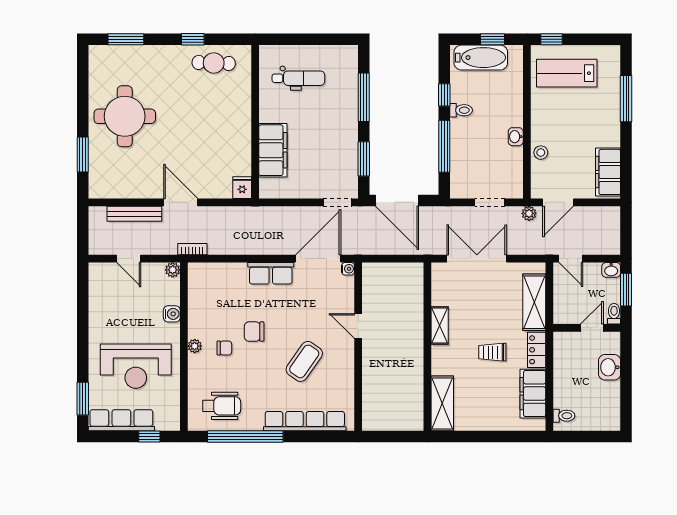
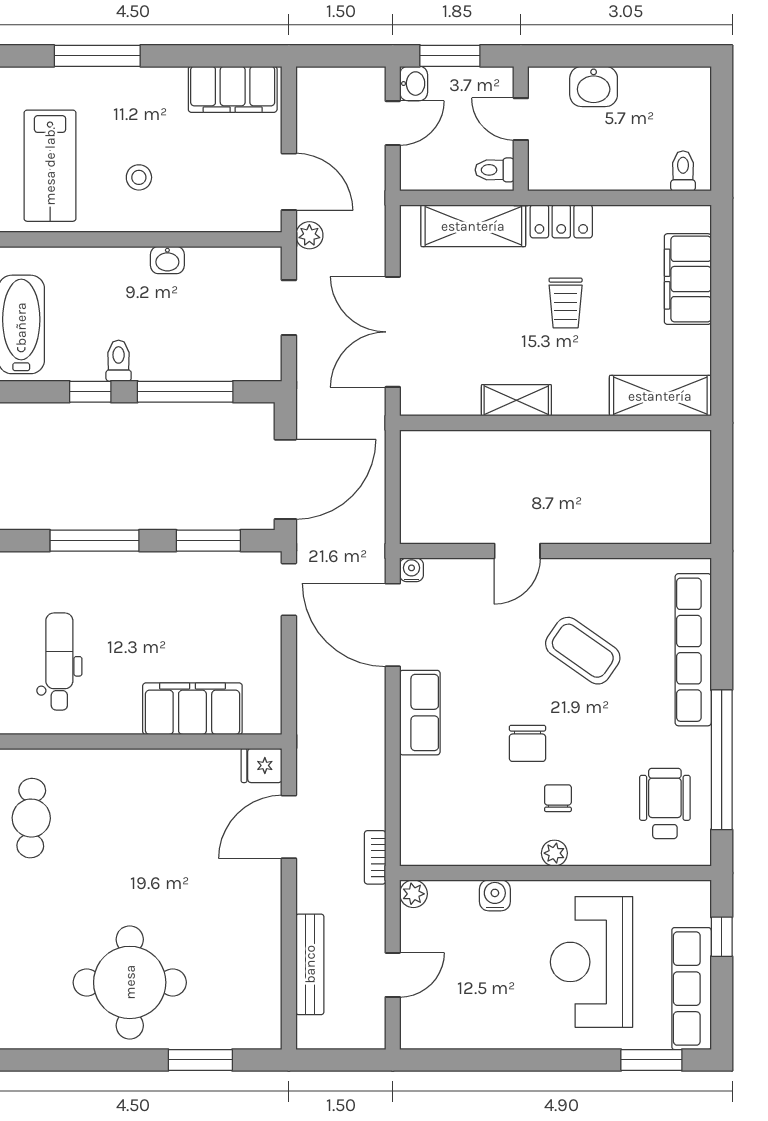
stool: (541, 153) -> (139, 177), moved
door: (181, 202) -> (289, 827), moved
door: (571, 259) -> (393, 123), moved
toilet: (614, 314) -> (494, 170), moved
reception desk: (136, 366) -> (592, 962), turned 180
filing cabinet: (533, 394) -> (688, 279), moved, turned 90

